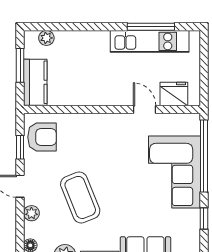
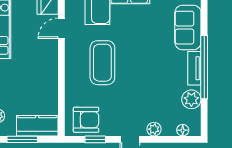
armchair: (42, 137) -> (86, 120), turned 90
coffee table: (80, 197) -> (102, 63), moved, turned -68

